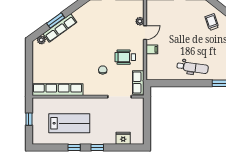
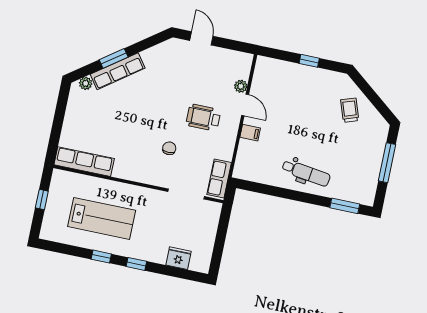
door: (145, 33) -> (245, 105), hinge flipped
wheelchair: (125, 57) -> (203, 118), moved
row of seats: (57, 90) -> (84, 162), width x0.73

